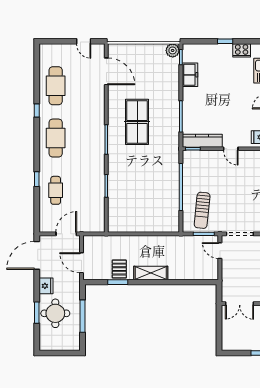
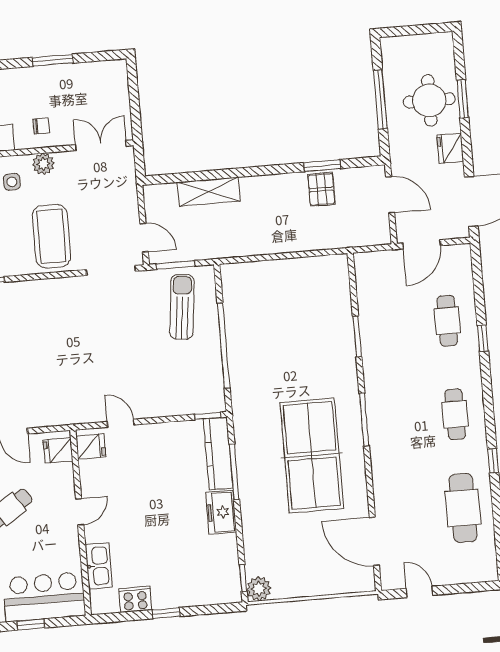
freezer: (190, 75) -> (221, 512), moved
table tennis table: (137, 122) -> (312, 455), width x1.36, depth x1.32
cafe table: (56, 138) -> (455, 414), width x0.73, depth x0.74
kitchen counter: (202, 141) -> (218, 453), moved, turned 90
door: (231, 149) -> (121, 423), moved
shelving: (151, 273) -> (209, 192), moved

